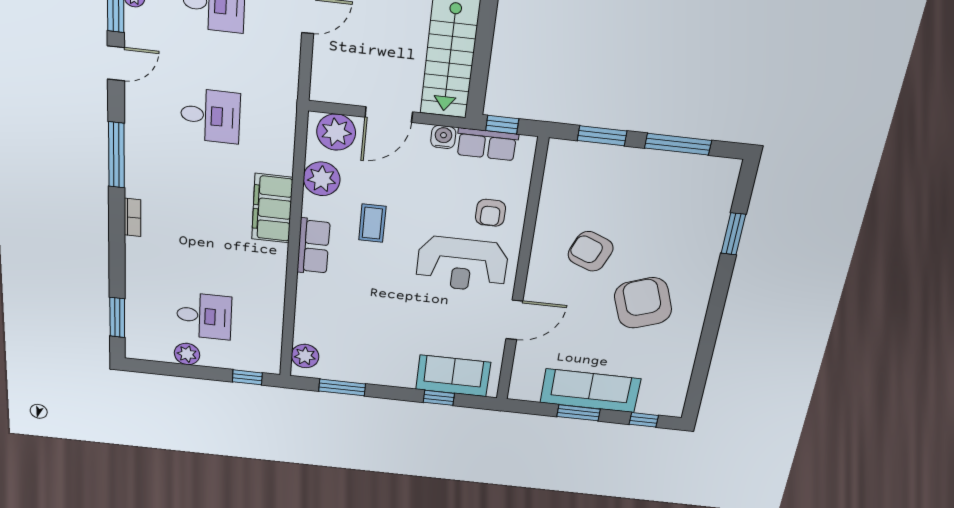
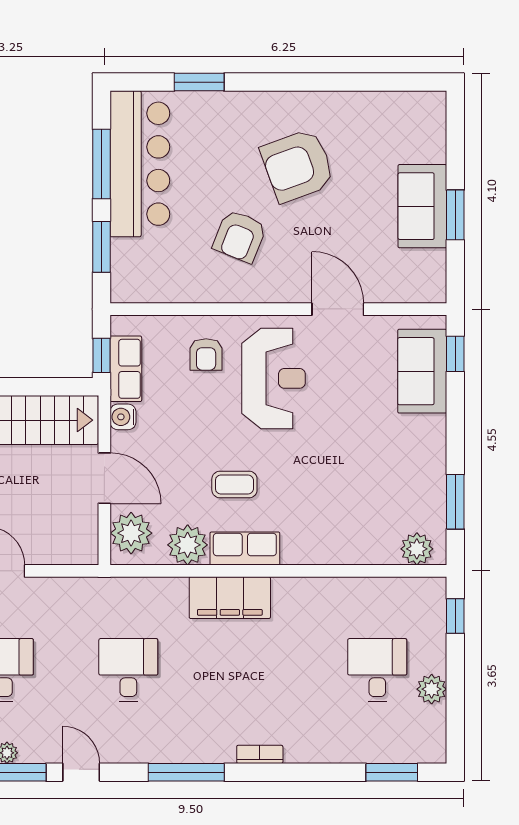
bar counter: (671, 177) -> (140, 164), added
armchair: (490, 213) -> (206, 354), turned 90
row of seats: (313, 246) -> (245, 548), moved
sofa: (590, 391) -> (422, 206), width x0.73
window: (439, 398) -> (455, 354), moved
window: (644, 420) -> (455, 135), removed

